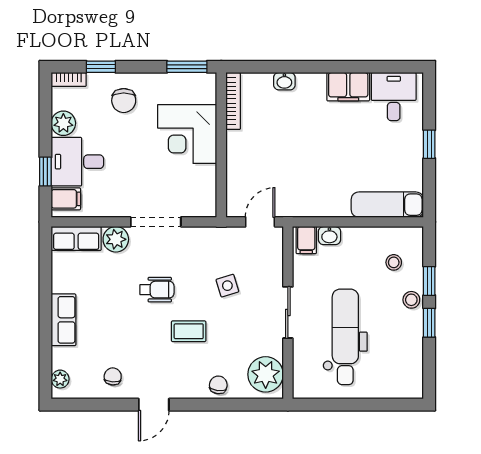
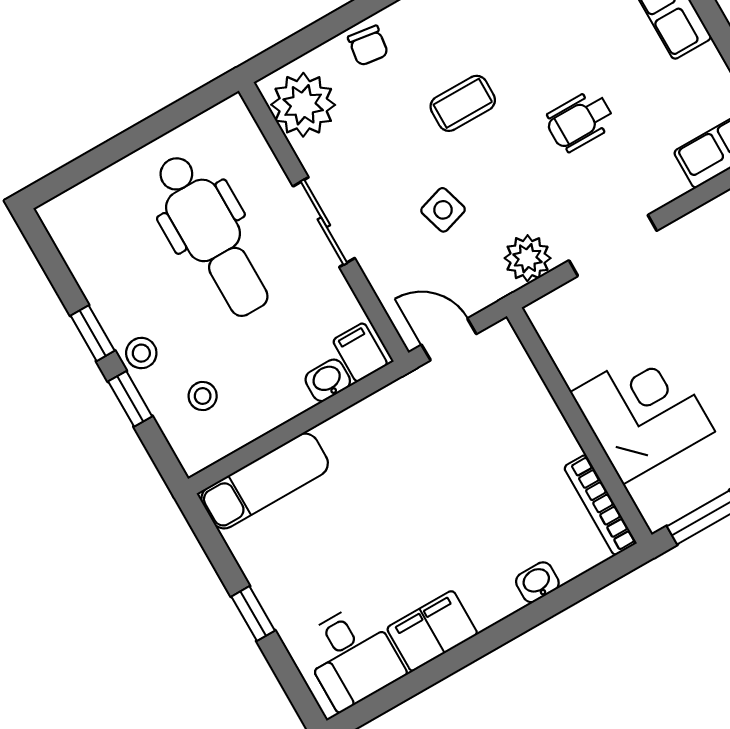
door: (260, 222) -> (449, 339), swing flipped
plant: (116, 239) -> (528, 258), moved
wheelchair: (157, 290) -> (580, 121), moved

